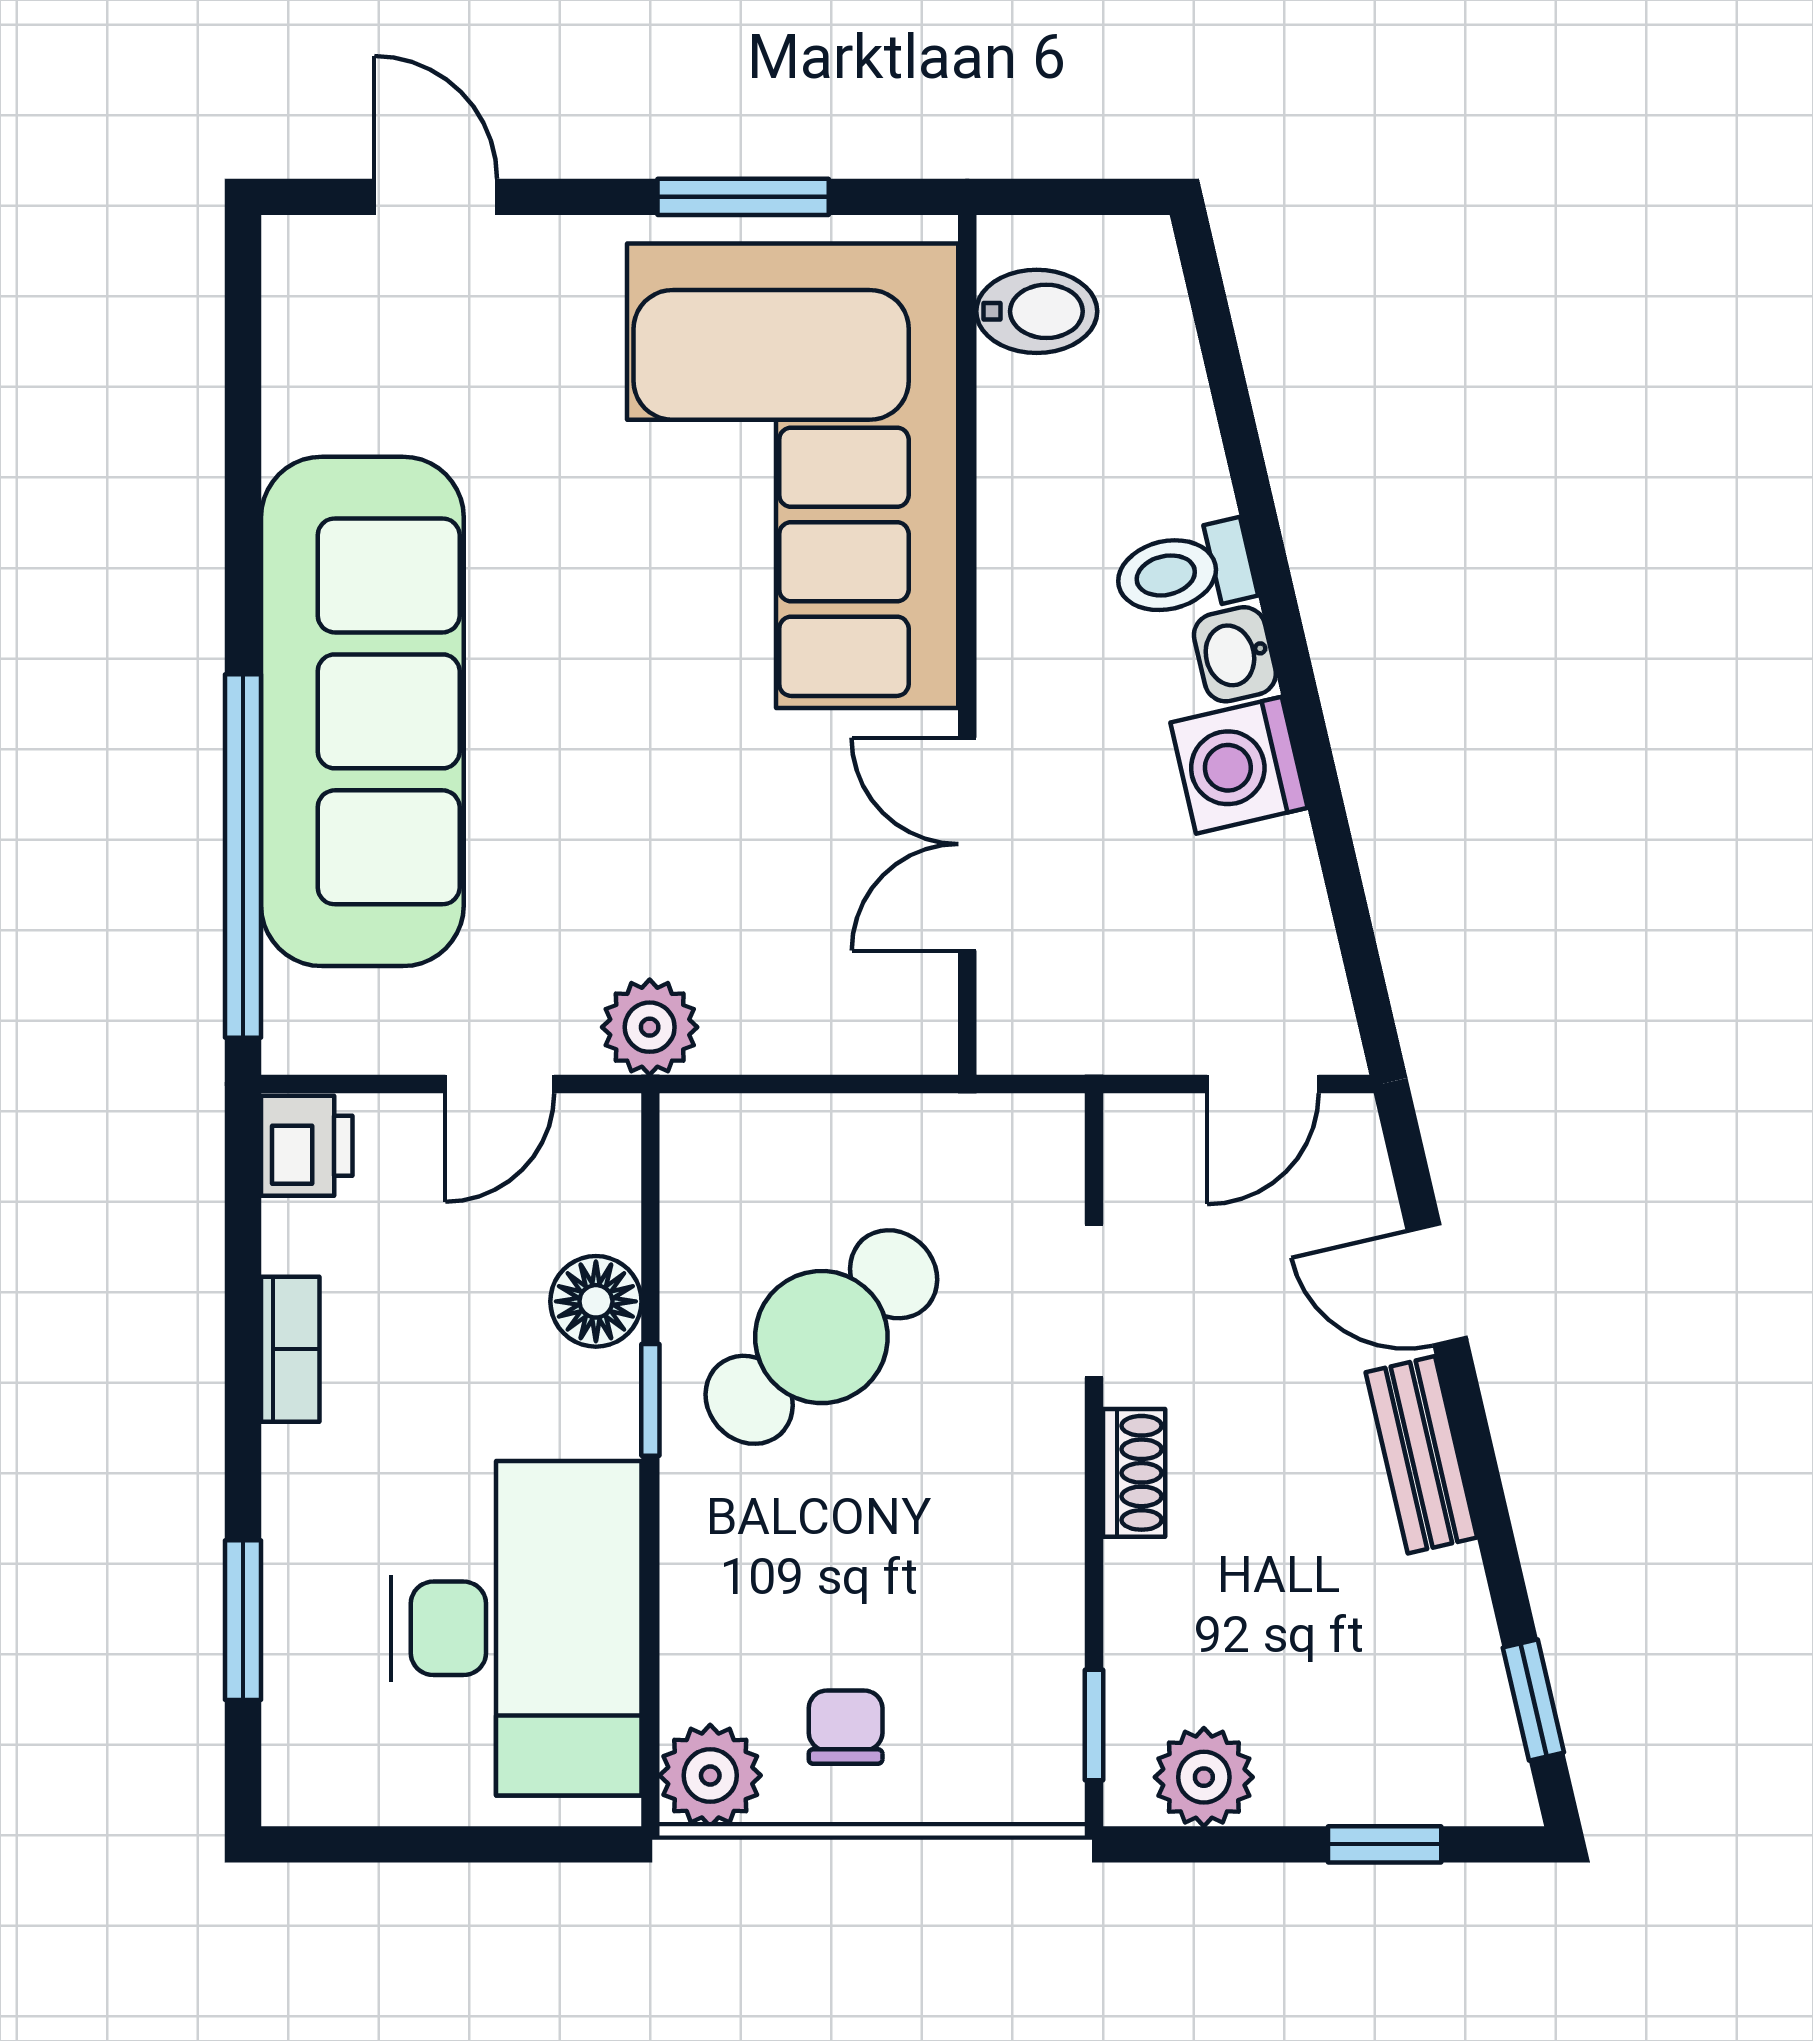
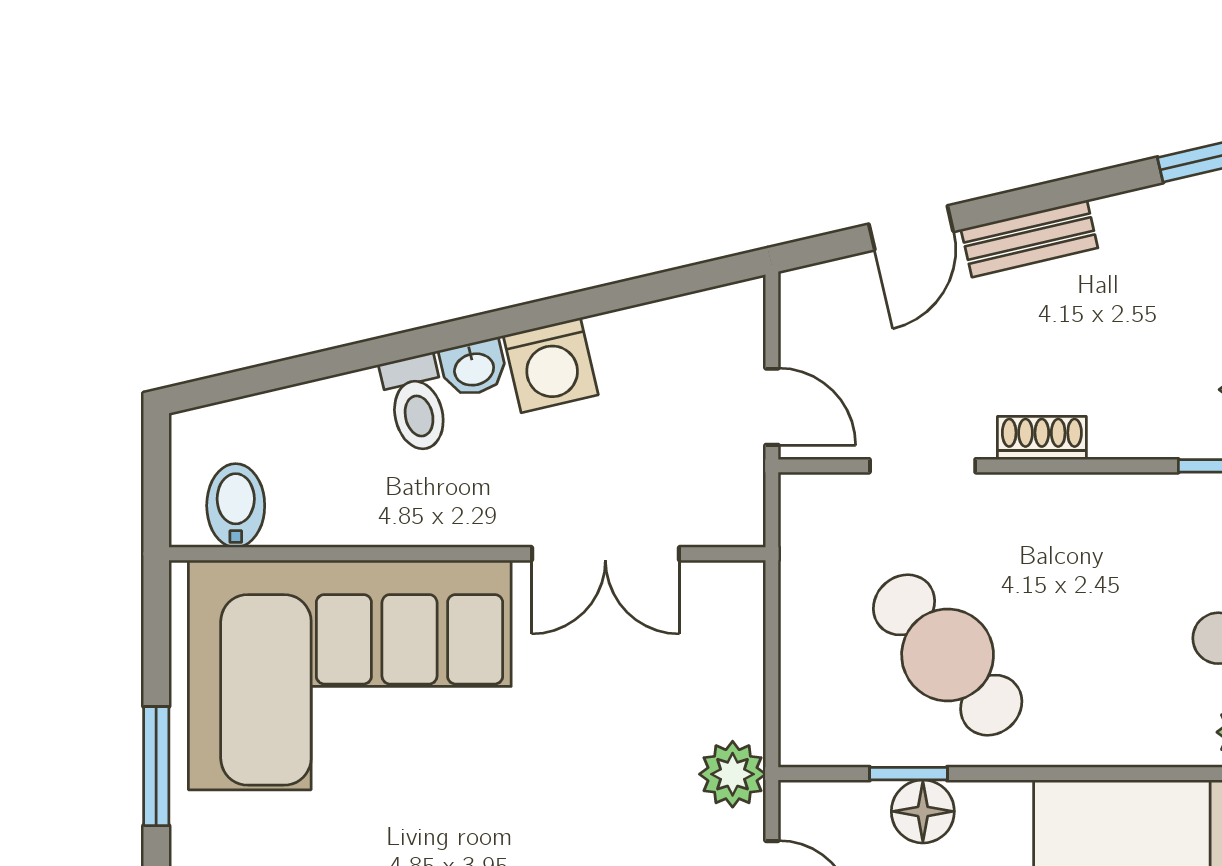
window: (743, 197) -> (156, 766), moved
door: (1263, 1084) -> (772, 407), moved
window: (650, 1400) -> (908, 774), moved

